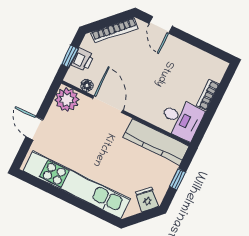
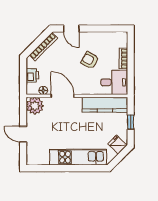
window: (70, 56) -> (23, 77), removed
armchair: (164, 76) -> (90, 60), added
kitchen unit: (77, 185) -> (78, 157), width x0.73

